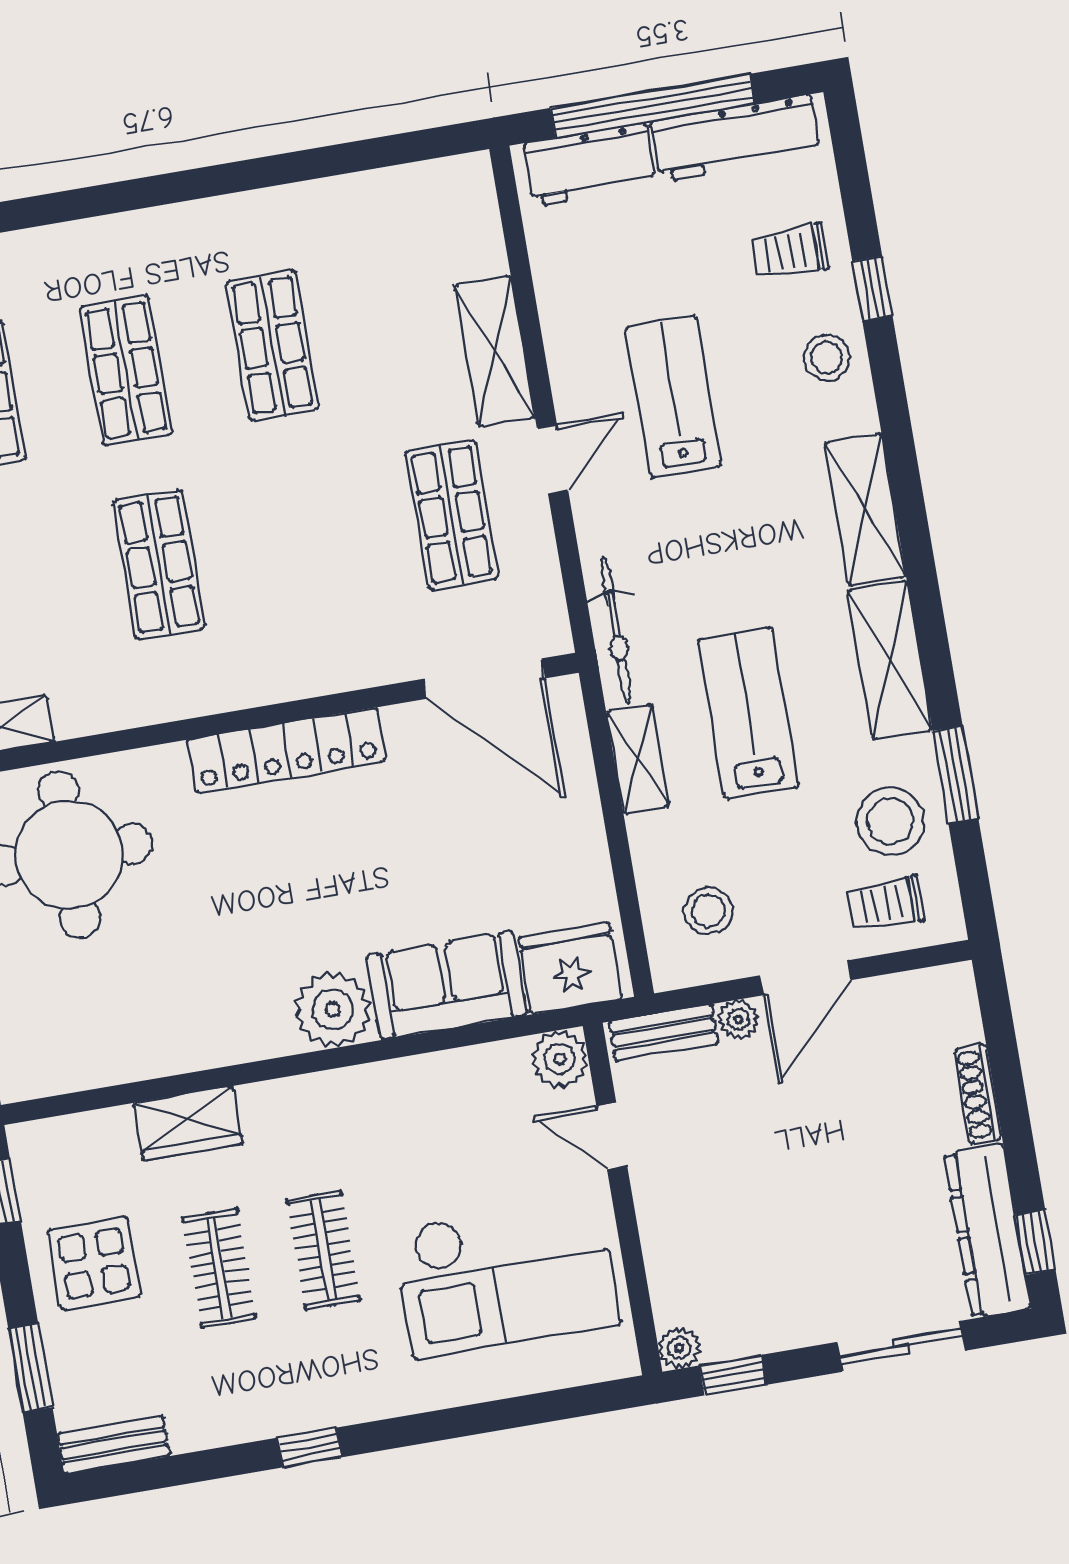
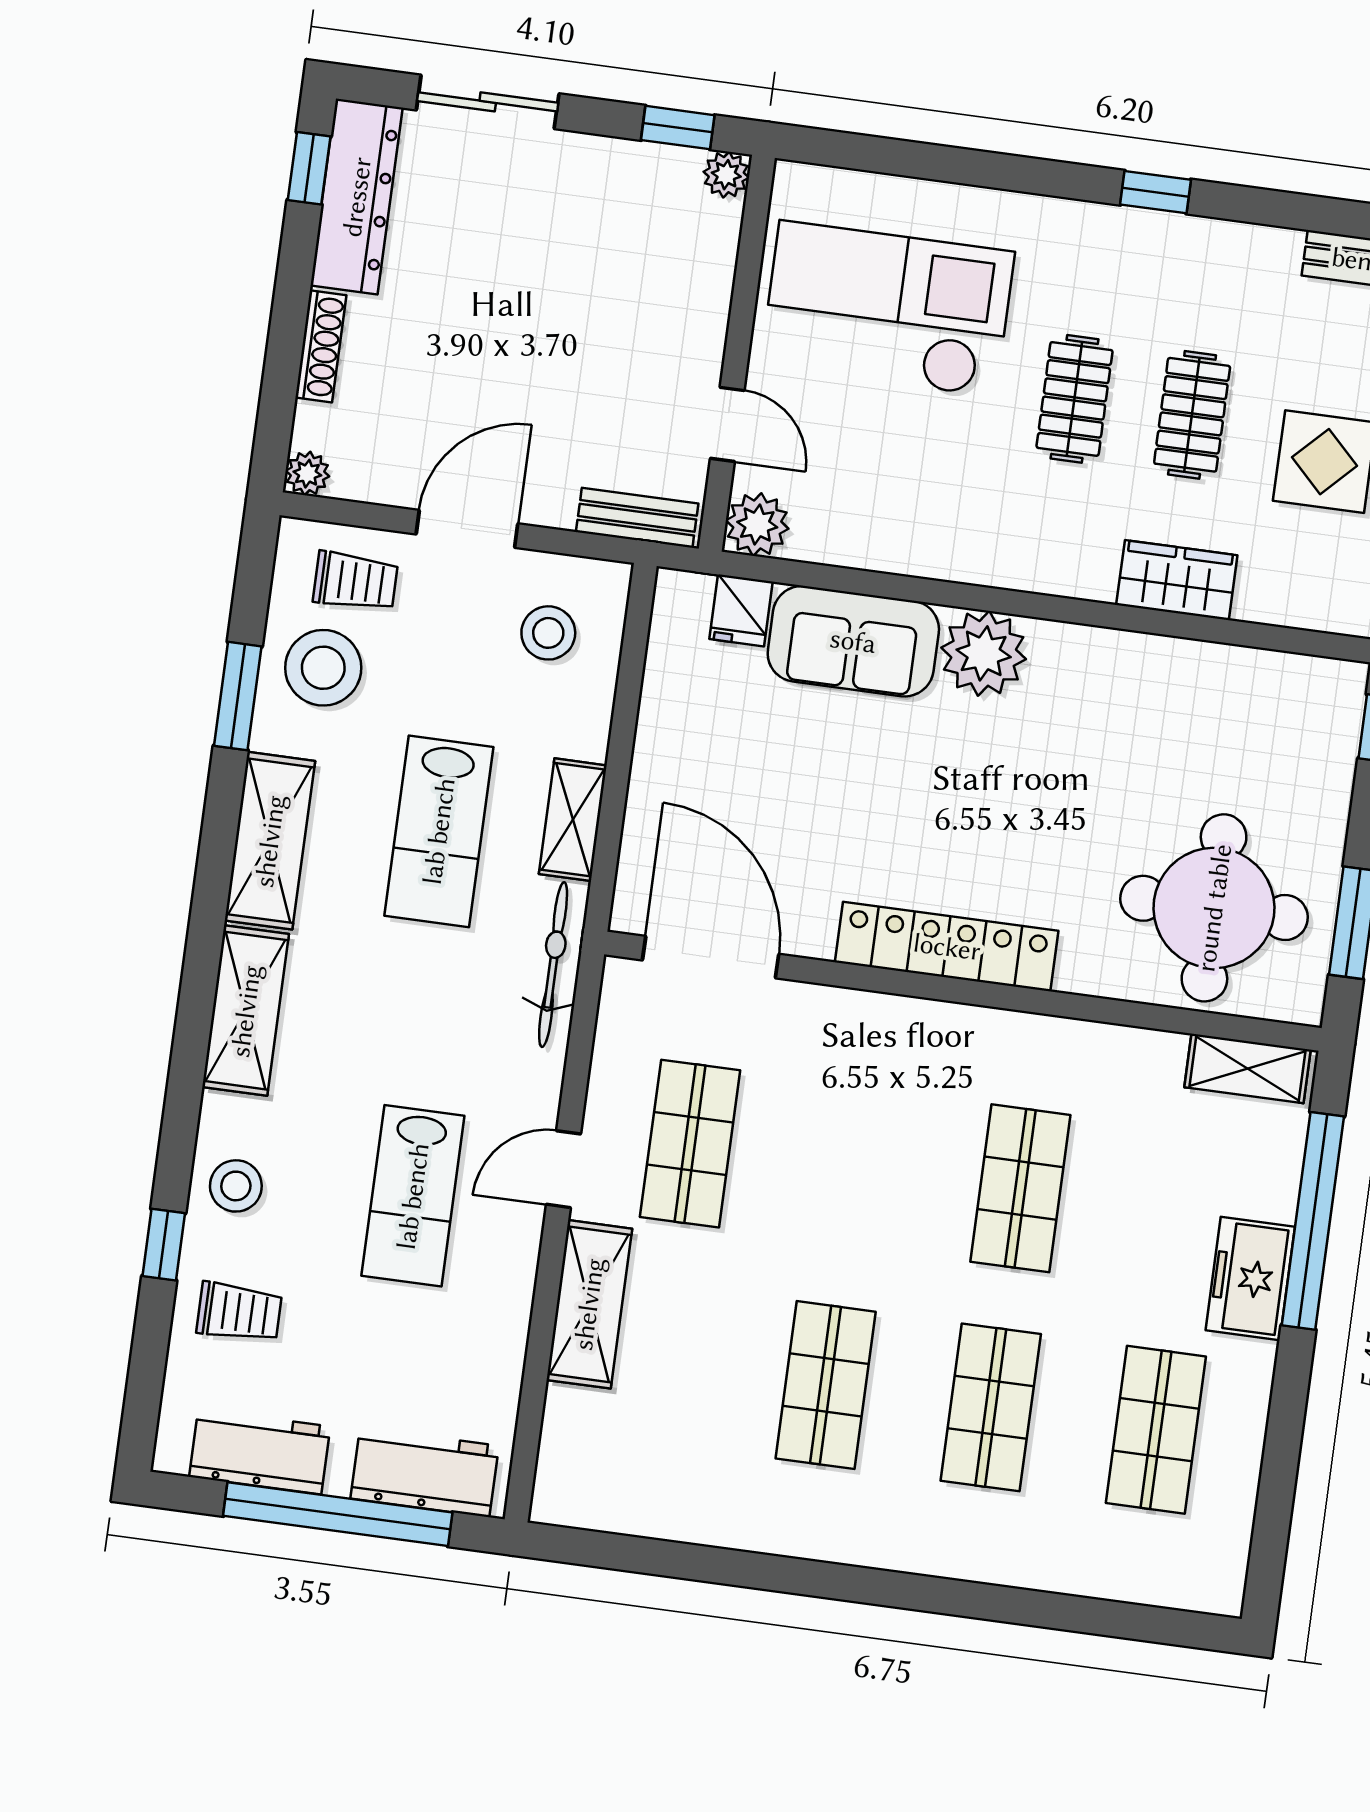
workbench: (736, 138) -> (260, 1452), width x0.73
fridge: (570, 968) -> (741, 610), width x0.53, depth x0.75
plant: (738, 1019) -> (307, 474), moved

